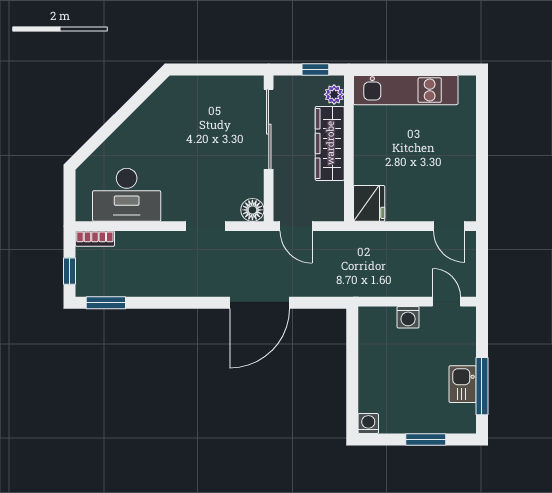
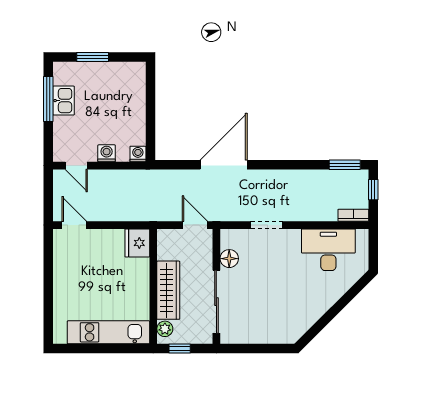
floor lamp: (252, 210) -> (229, 259), moved
washing machine: (368, 423) -> (138, 154), moved, turned 180

